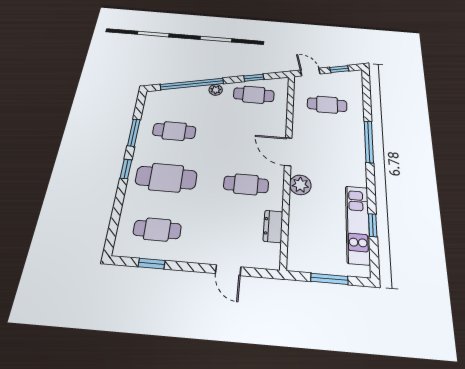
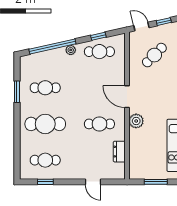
cafe table: (327, 105) -> (154, 55), turned -45
window: (126, 169) -> (17, 120), removed

